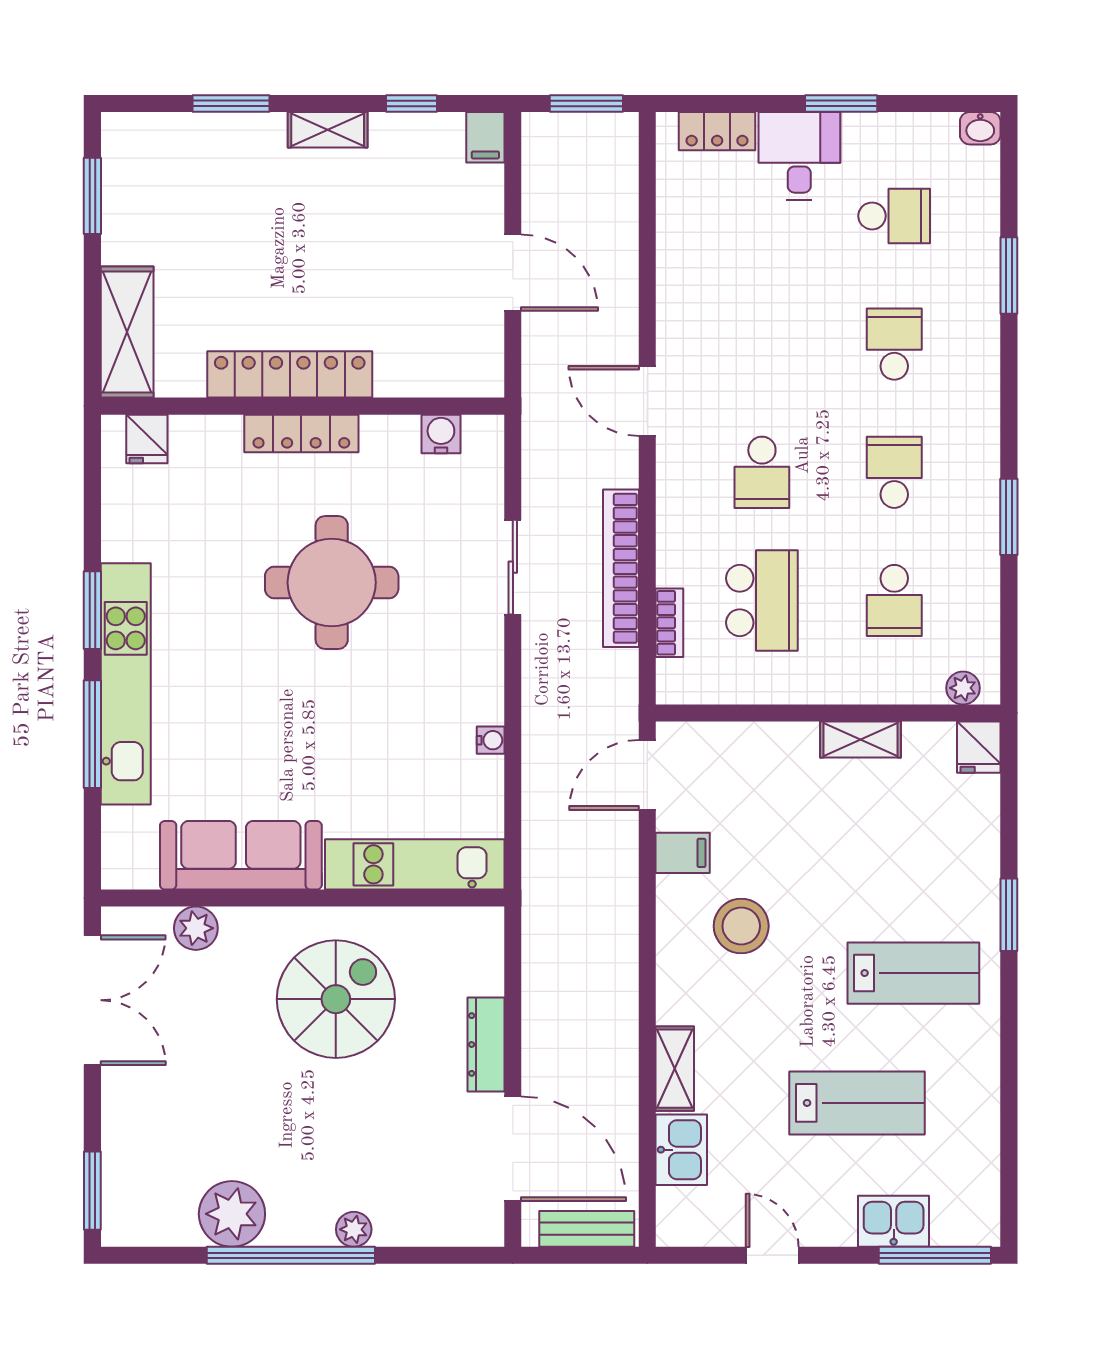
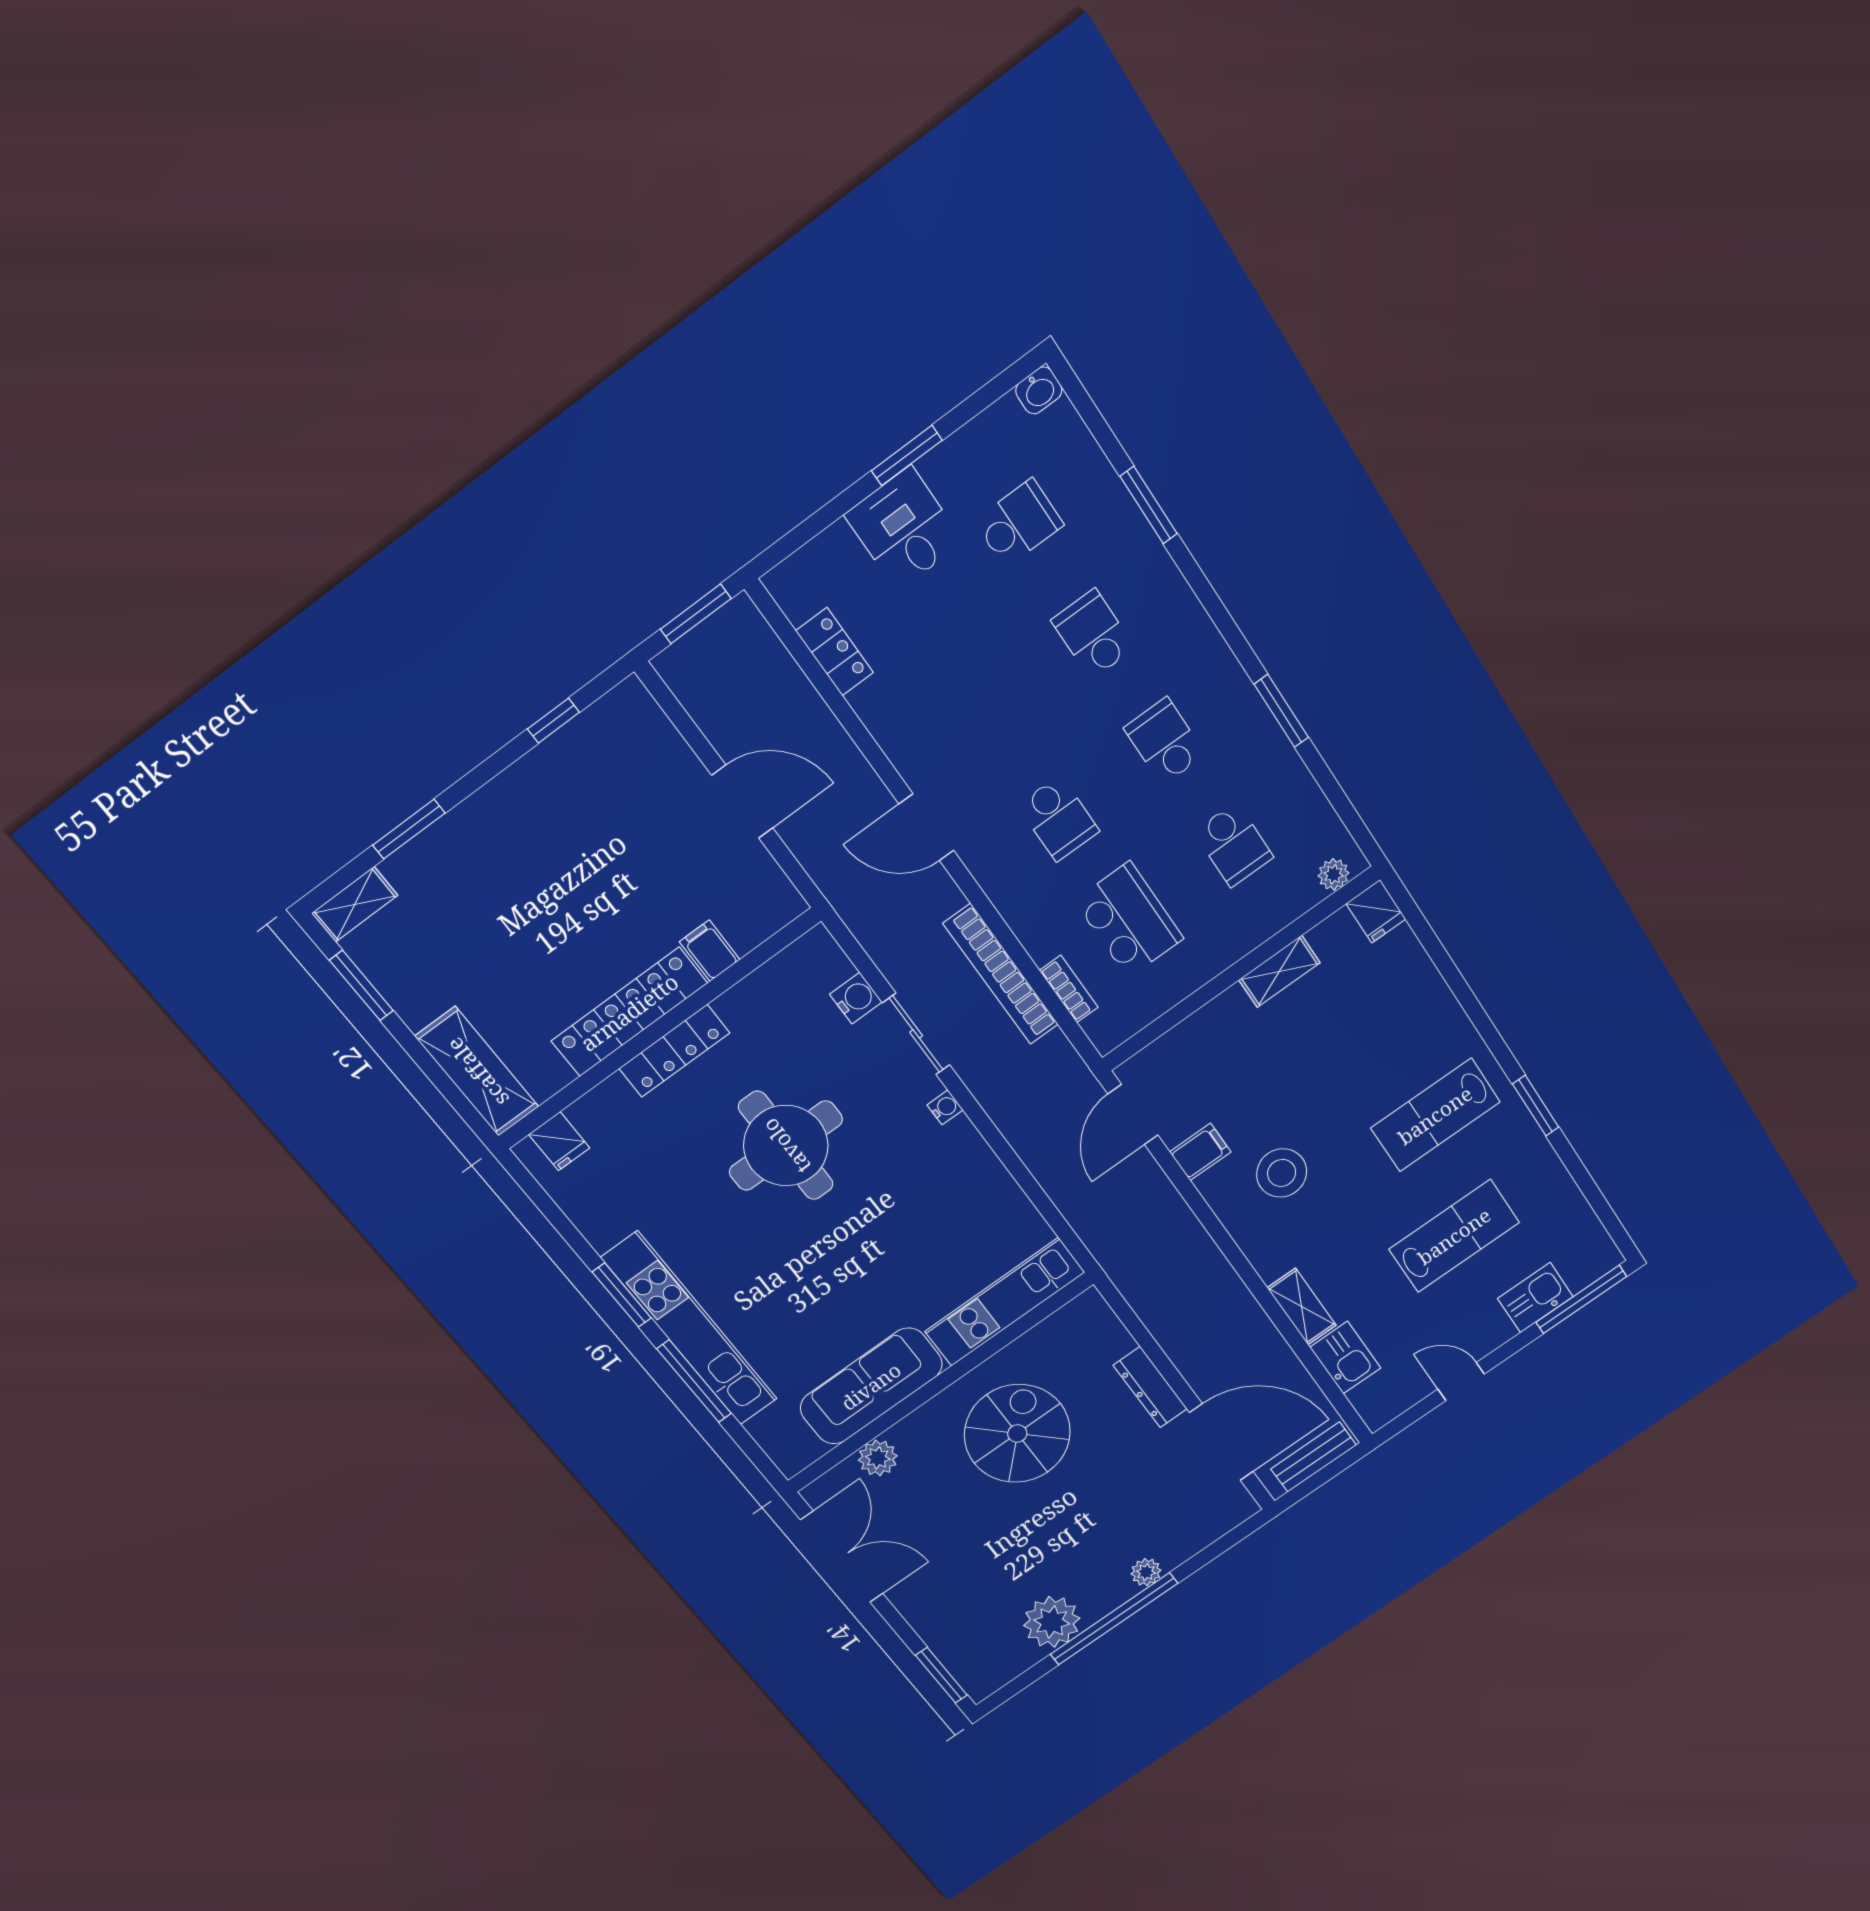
shelving: (328, 130) -> (355, 904), moved
locker: (717, 131) -> (835, 652), moved, turned -90
filing cabinet: (485, 137) -> (710, 951), moved, turned 180
water cooler: (441, 434) -> (856, 998), moved, turned 90
water cooler: (491, 740) -> (945, 1107), moved
window: (1009, 915) -> (1536, 1106), moved
lab bench: (913, 973) -> (1435, 1115), turned 180

